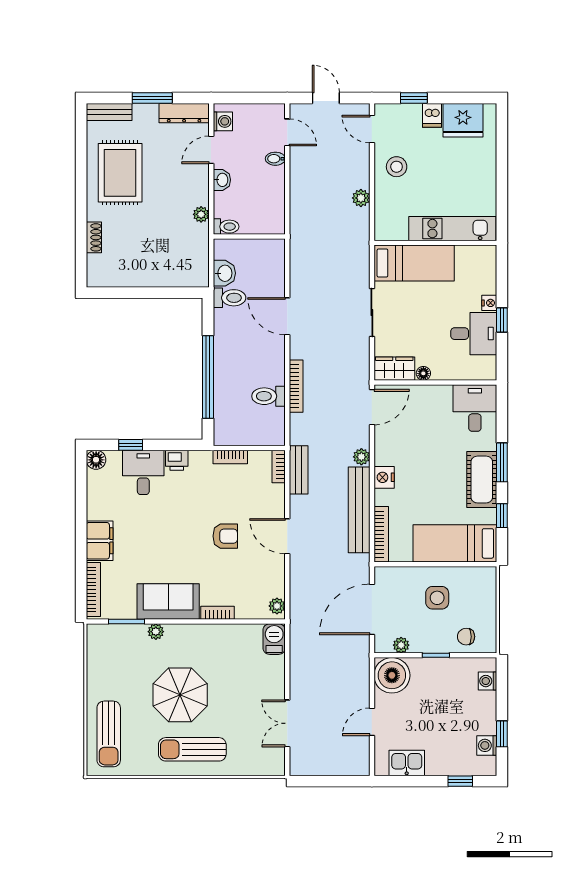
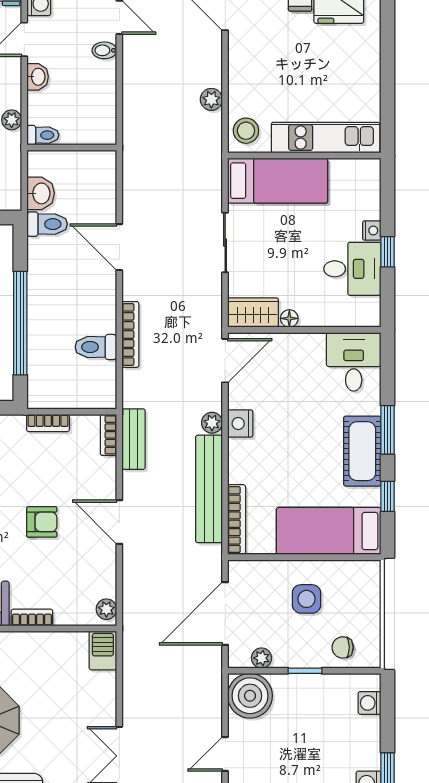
stool: (397, 167) -> (246, 131), moved
nightstand: (384, 477) -> (240, 423), moved

